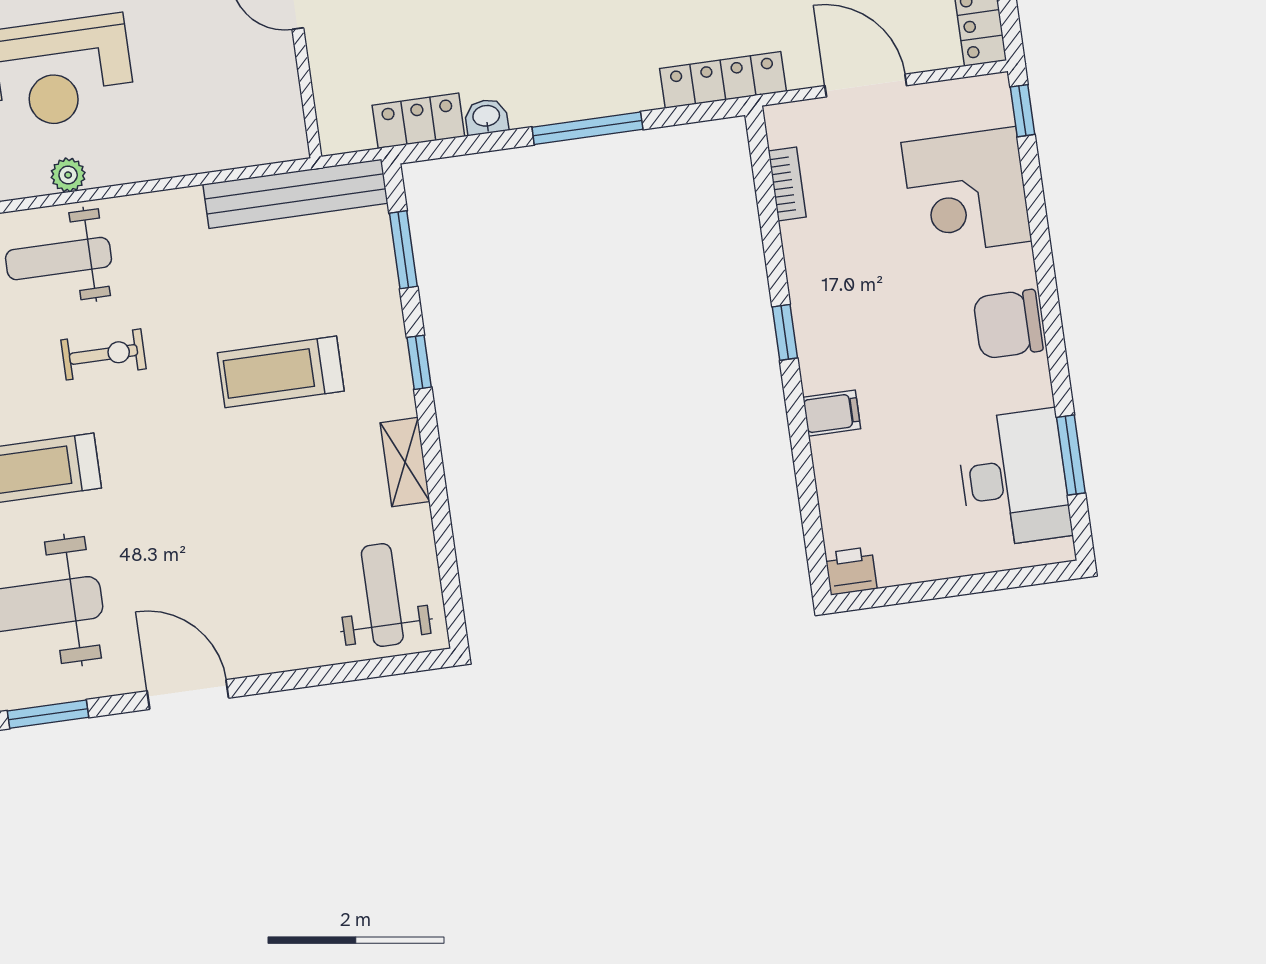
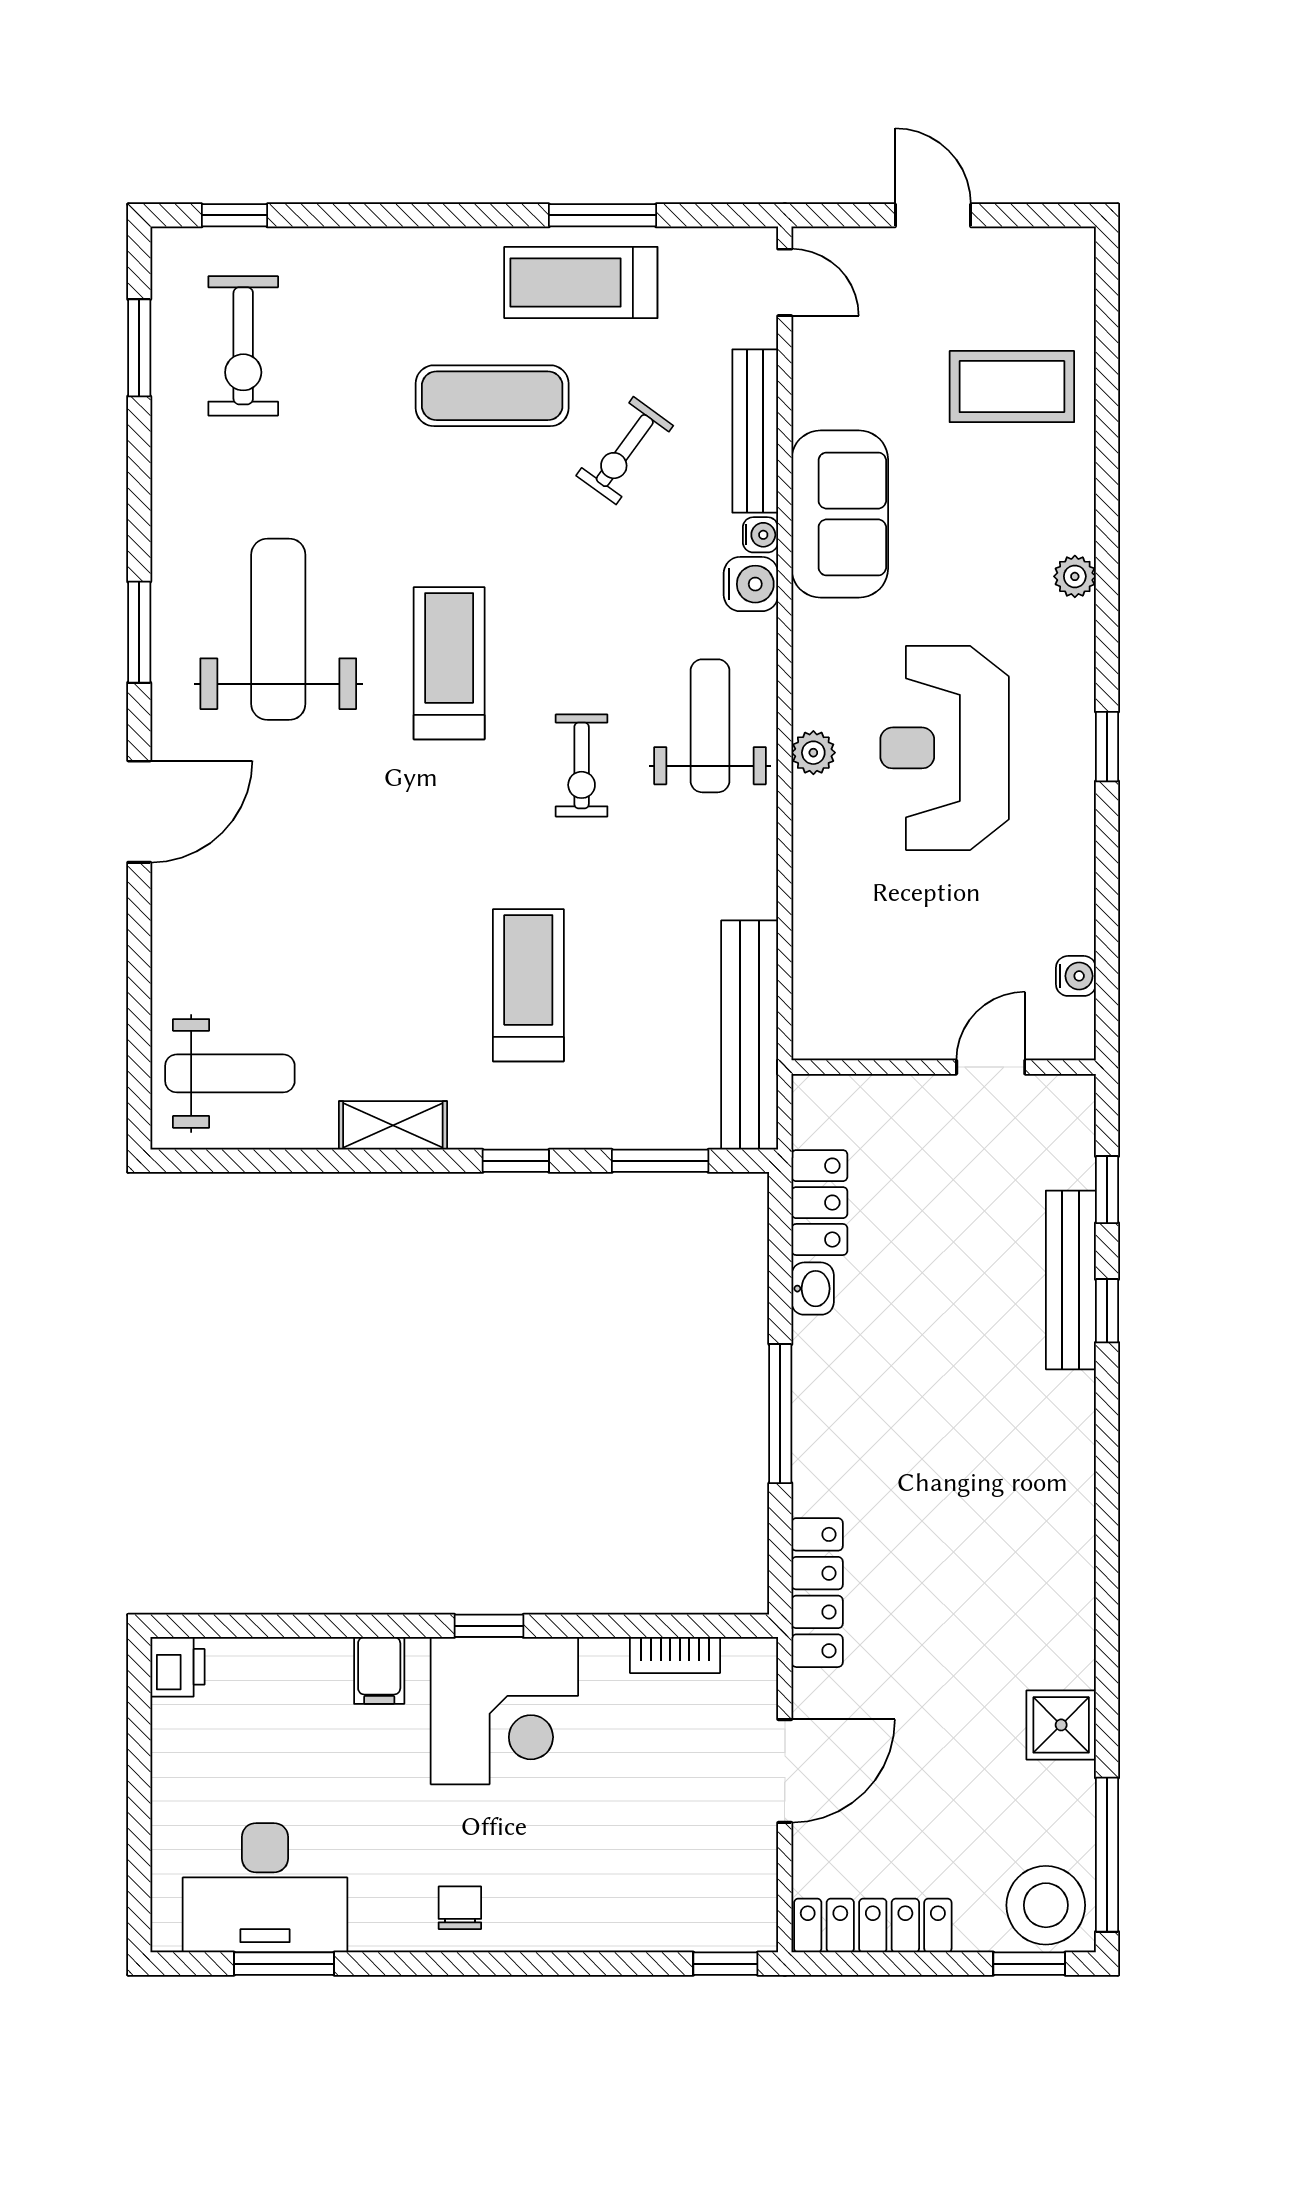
corner desk: (966, 192) -> (504, 1711), moved, turned 180
chair: (1008, 324) -> (460, 1908), width x0.54, depth x0.54

